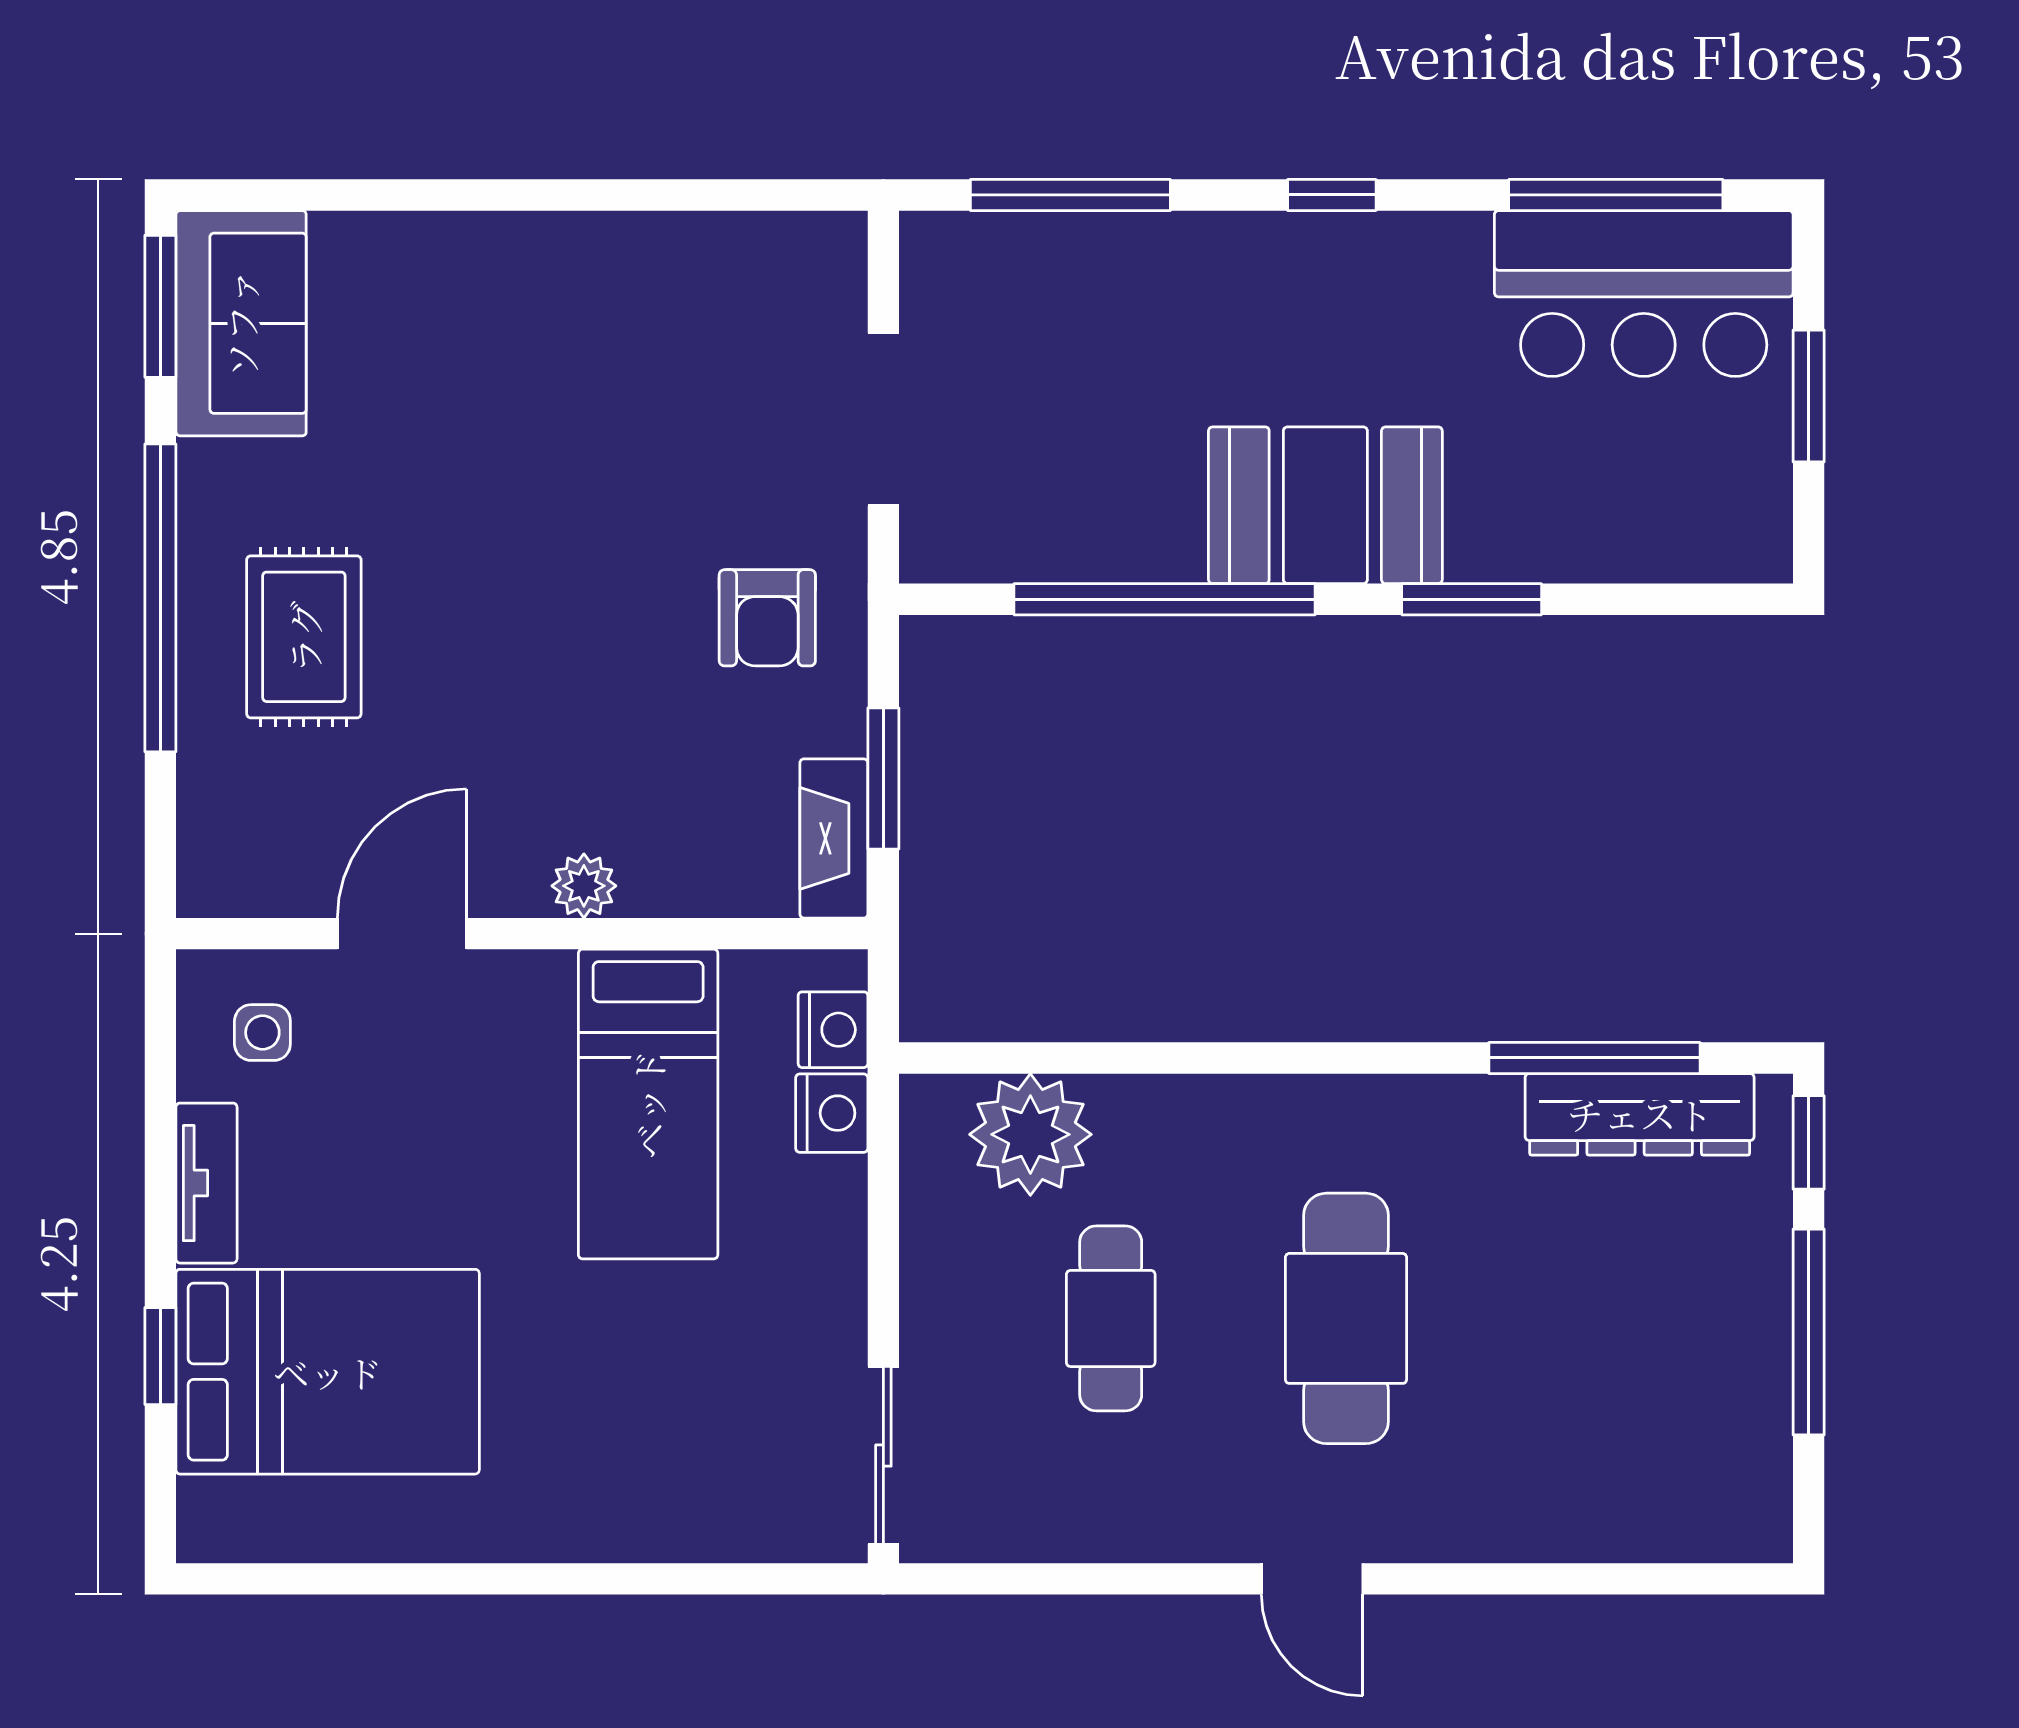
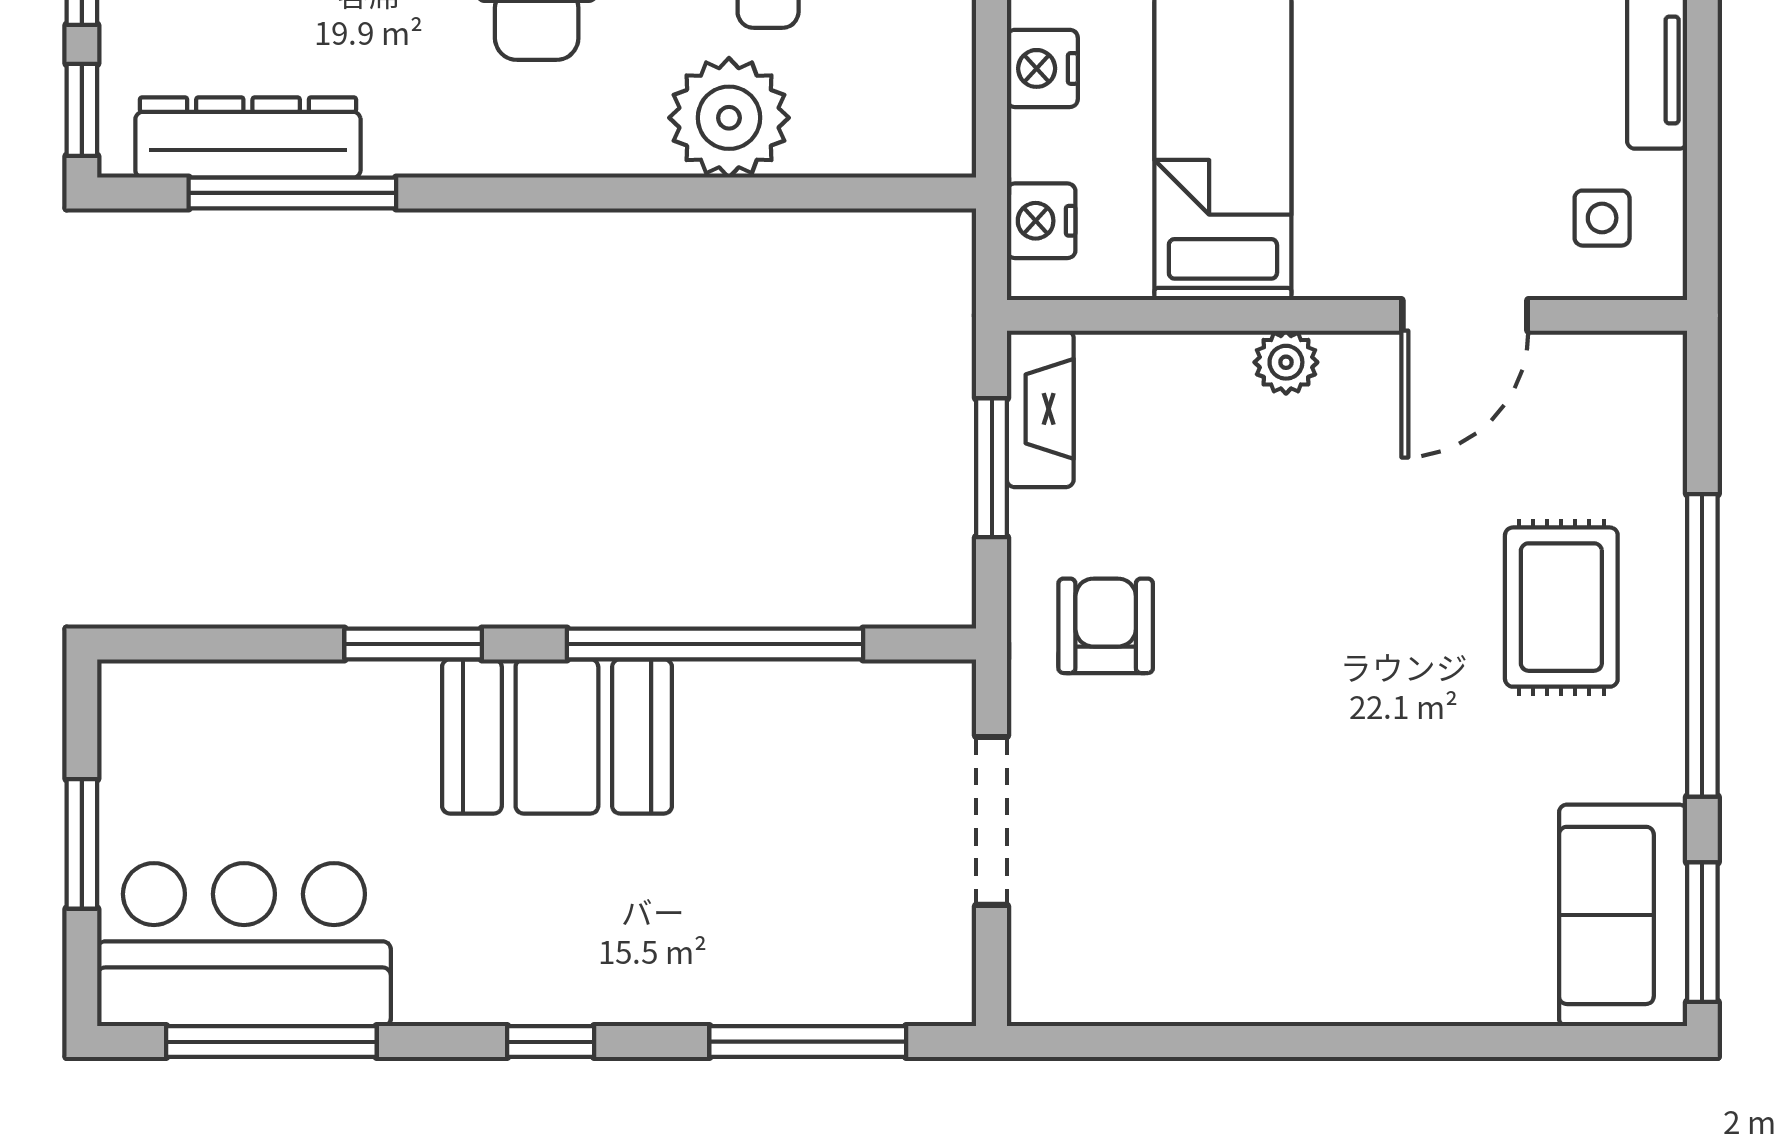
nightstand: (832, 1113) -> (1042, 68), moved
plant: (1030, 1134) -> (729, 118), moved

